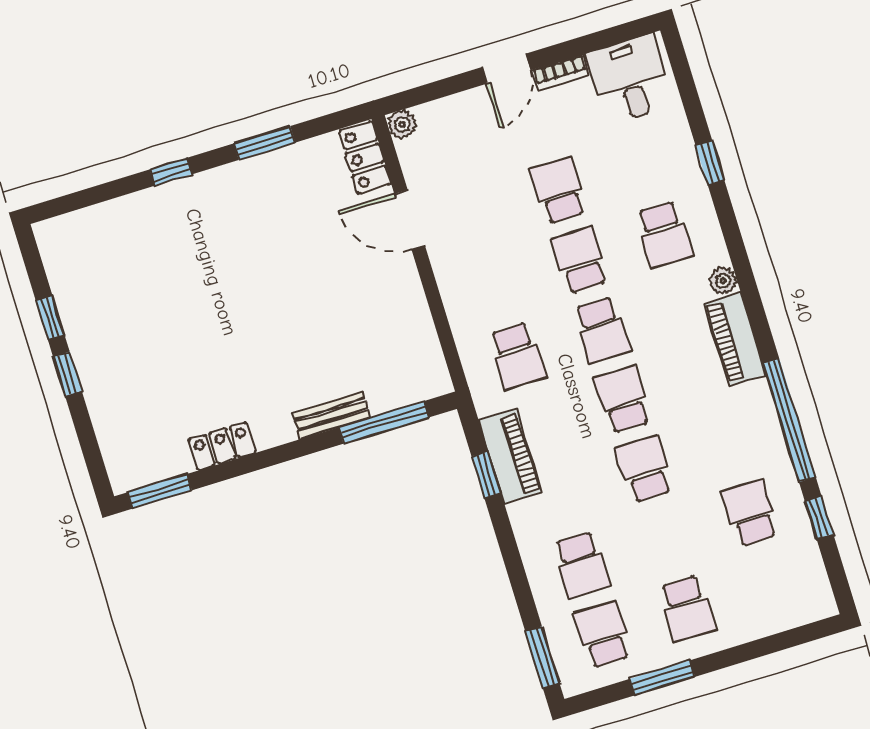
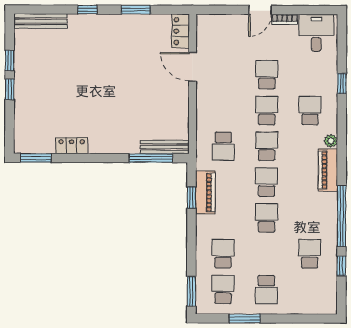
plant: (402, 124) -> (203, 21), removed
bench: (87, 223) -> (41, 21), added
school desk: (664, 234) -> (310, 111), turned 180
school desk: (602, 330) -> (267, 146), turned 180
bench: (331, 415) -> (165, 147), moved, width x1.36
school desk: (581, 565) -> (223, 254), turned 180

